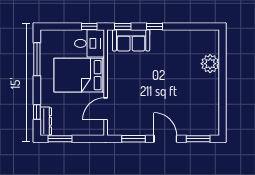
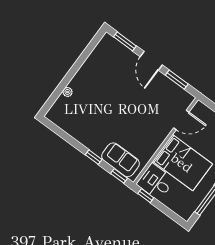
plant: (210, 64) -> (68, 92), width x0.53, depth x0.53

